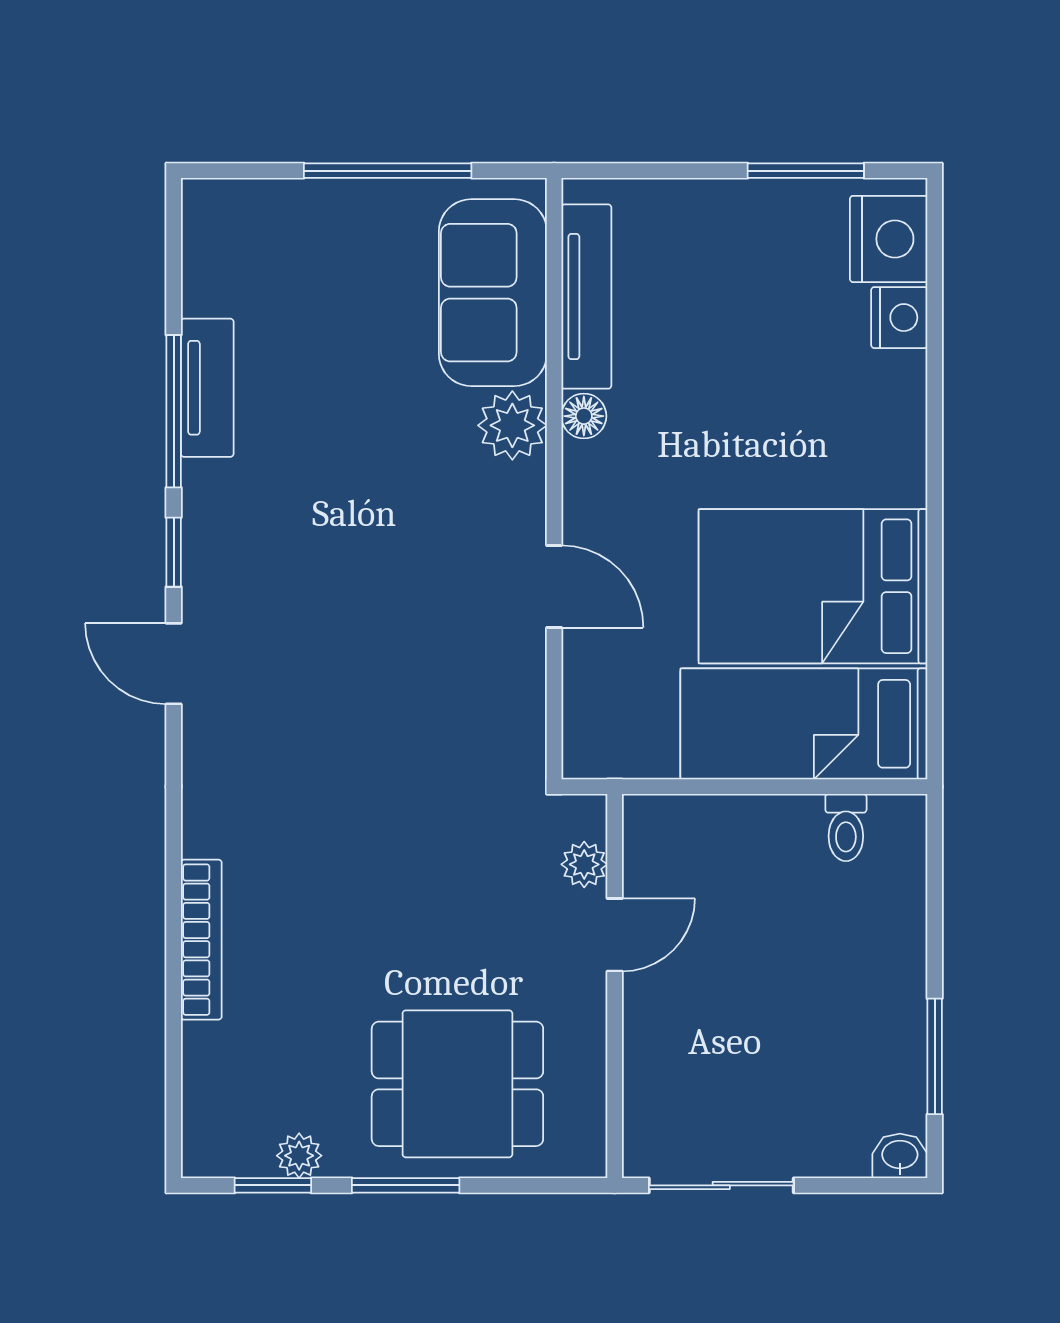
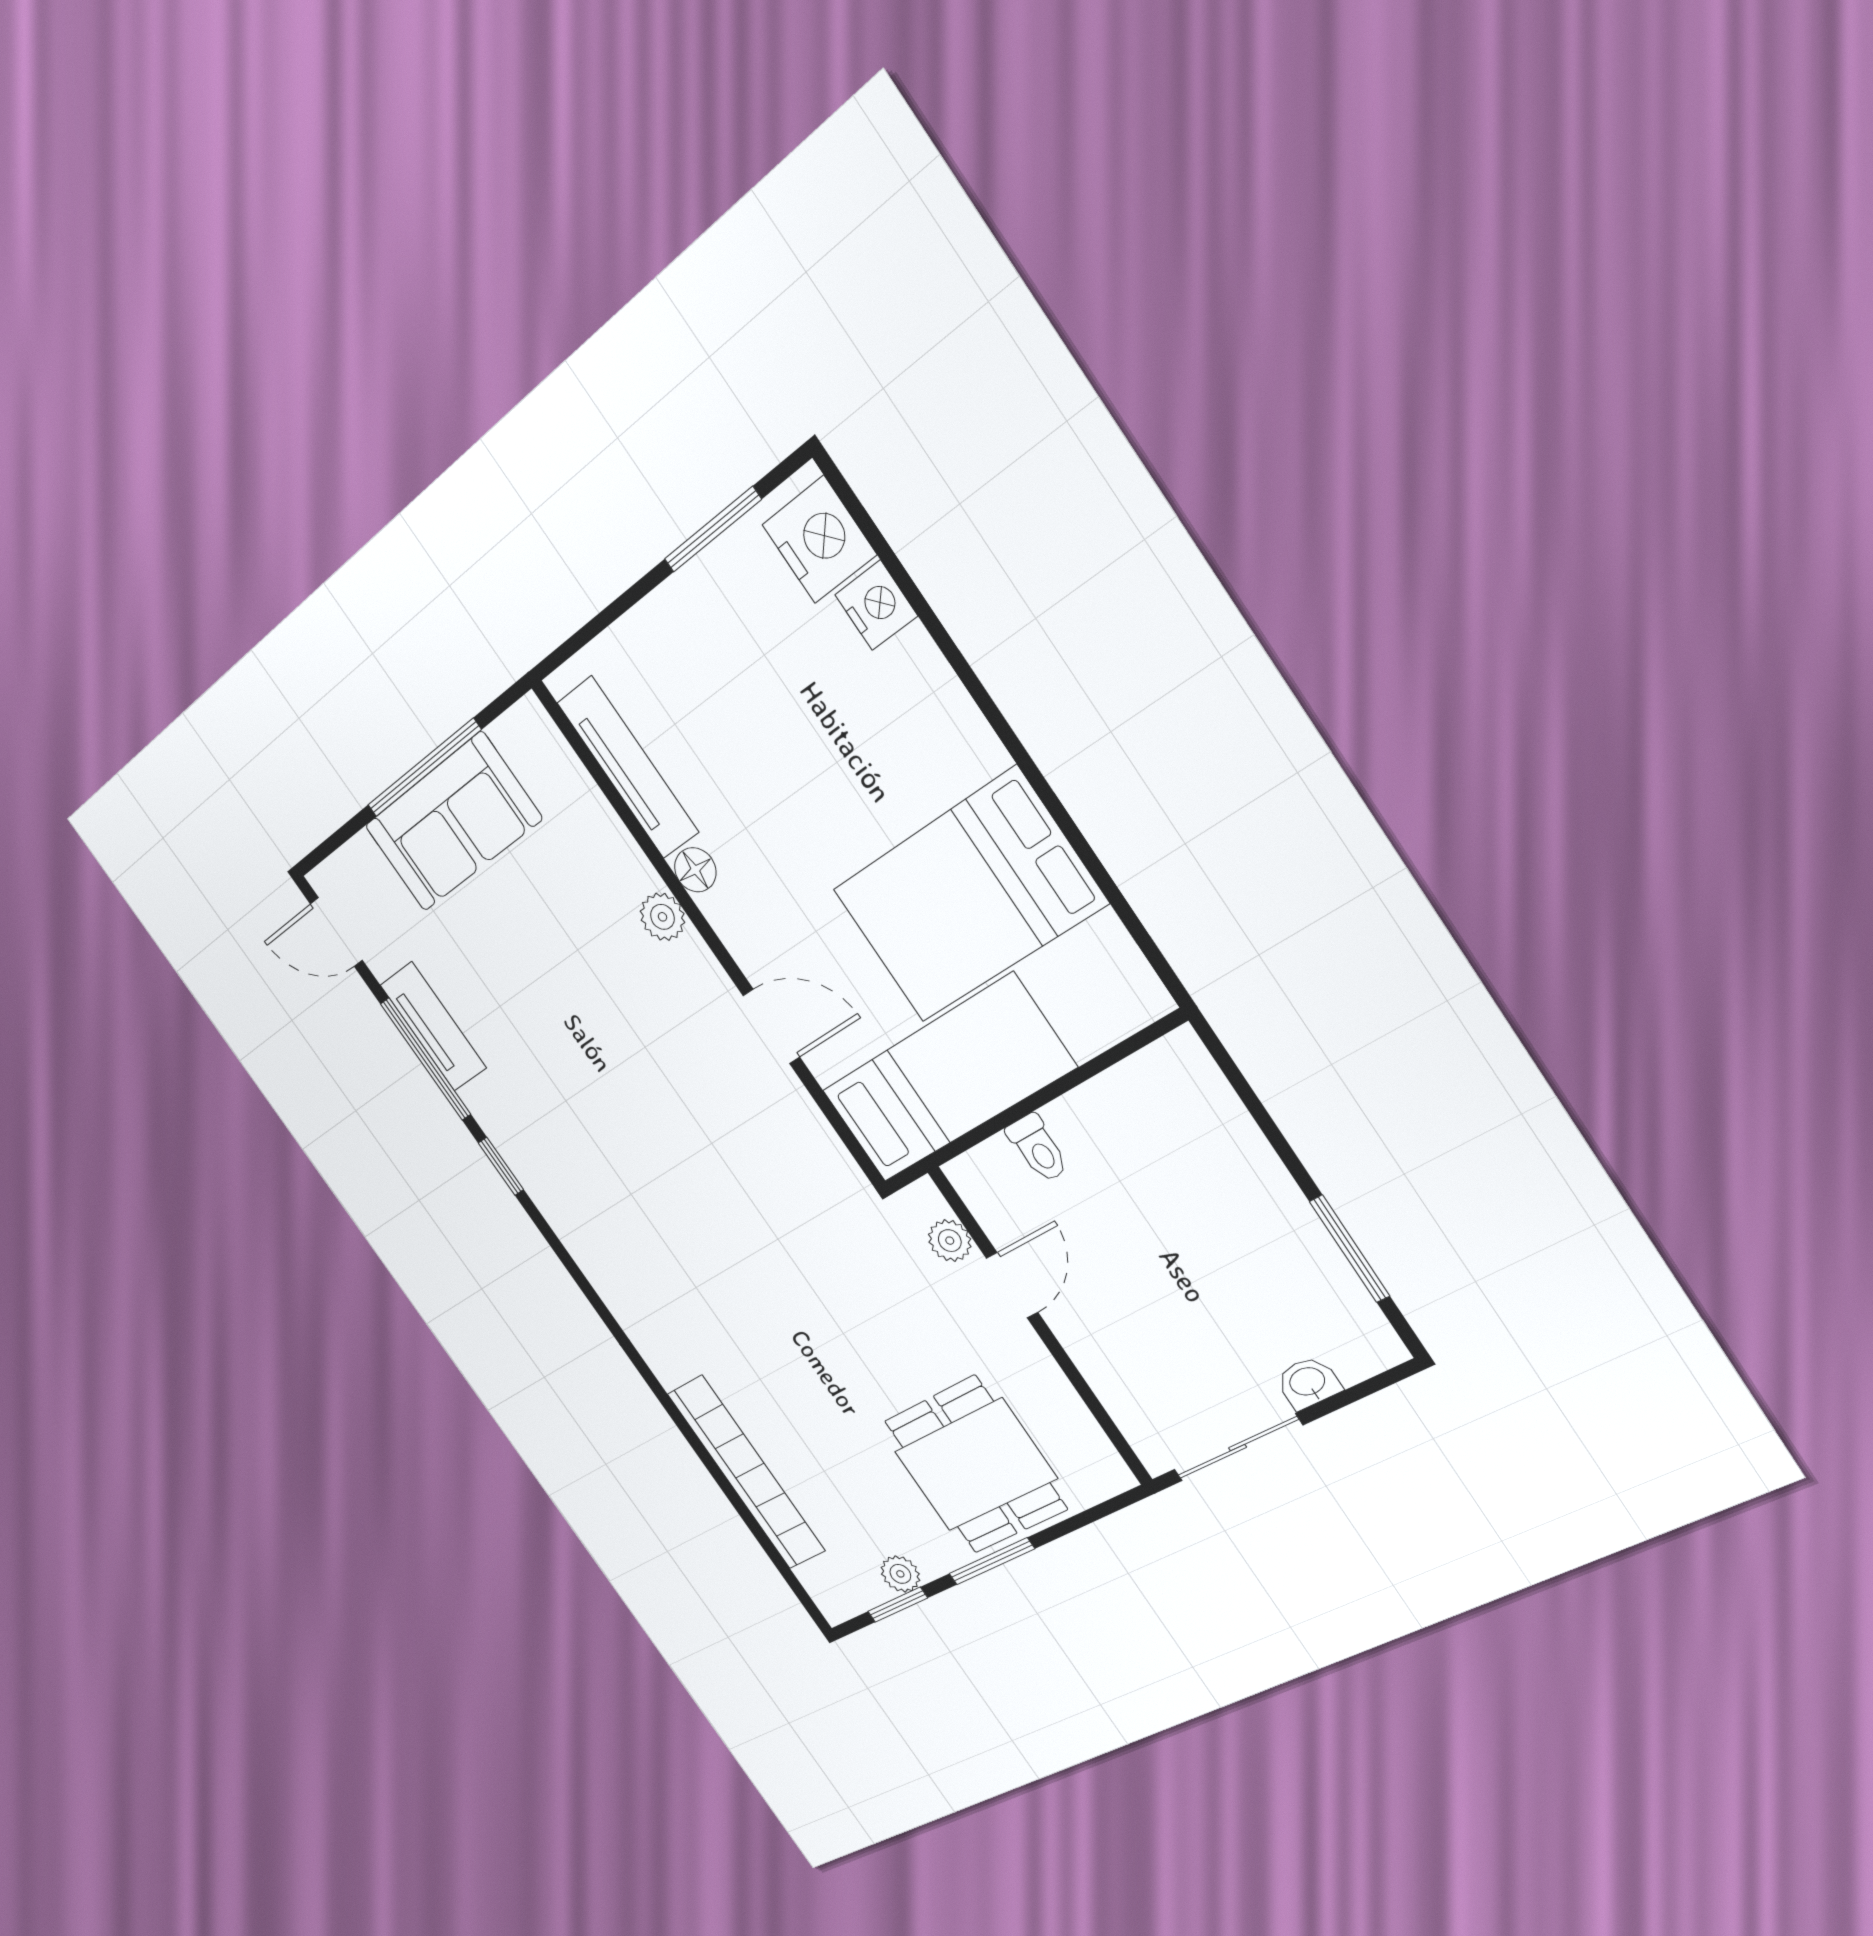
sofa: (493, 293) -> (453, 822), moved, turned -90
plant: (512, 425) -> (663, 917), width x0.73, depth x0.73
door: (174, 664) -> (336, 932), moved
bed: (804, 724) -> (947, 1079), moved, turned 180
toilet: (846, 828) -> (1038, 1148), moved
bookcase: (201, 940) -> (746, 1472), width x1.48, depth x1.31
dining table: (457, 1084) -> (975, 1465), turned 90
washbasin: (900, 1156) -> (1308, 1383), moved

